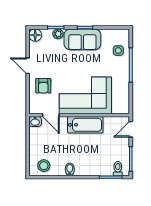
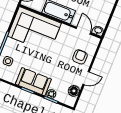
floor lamp: (35, 35) -> (74, 91), moved
door: (28, 66) -> (86, 78), hinge flipped
corner sofa: (85, 95) -> (34, 30), moved

